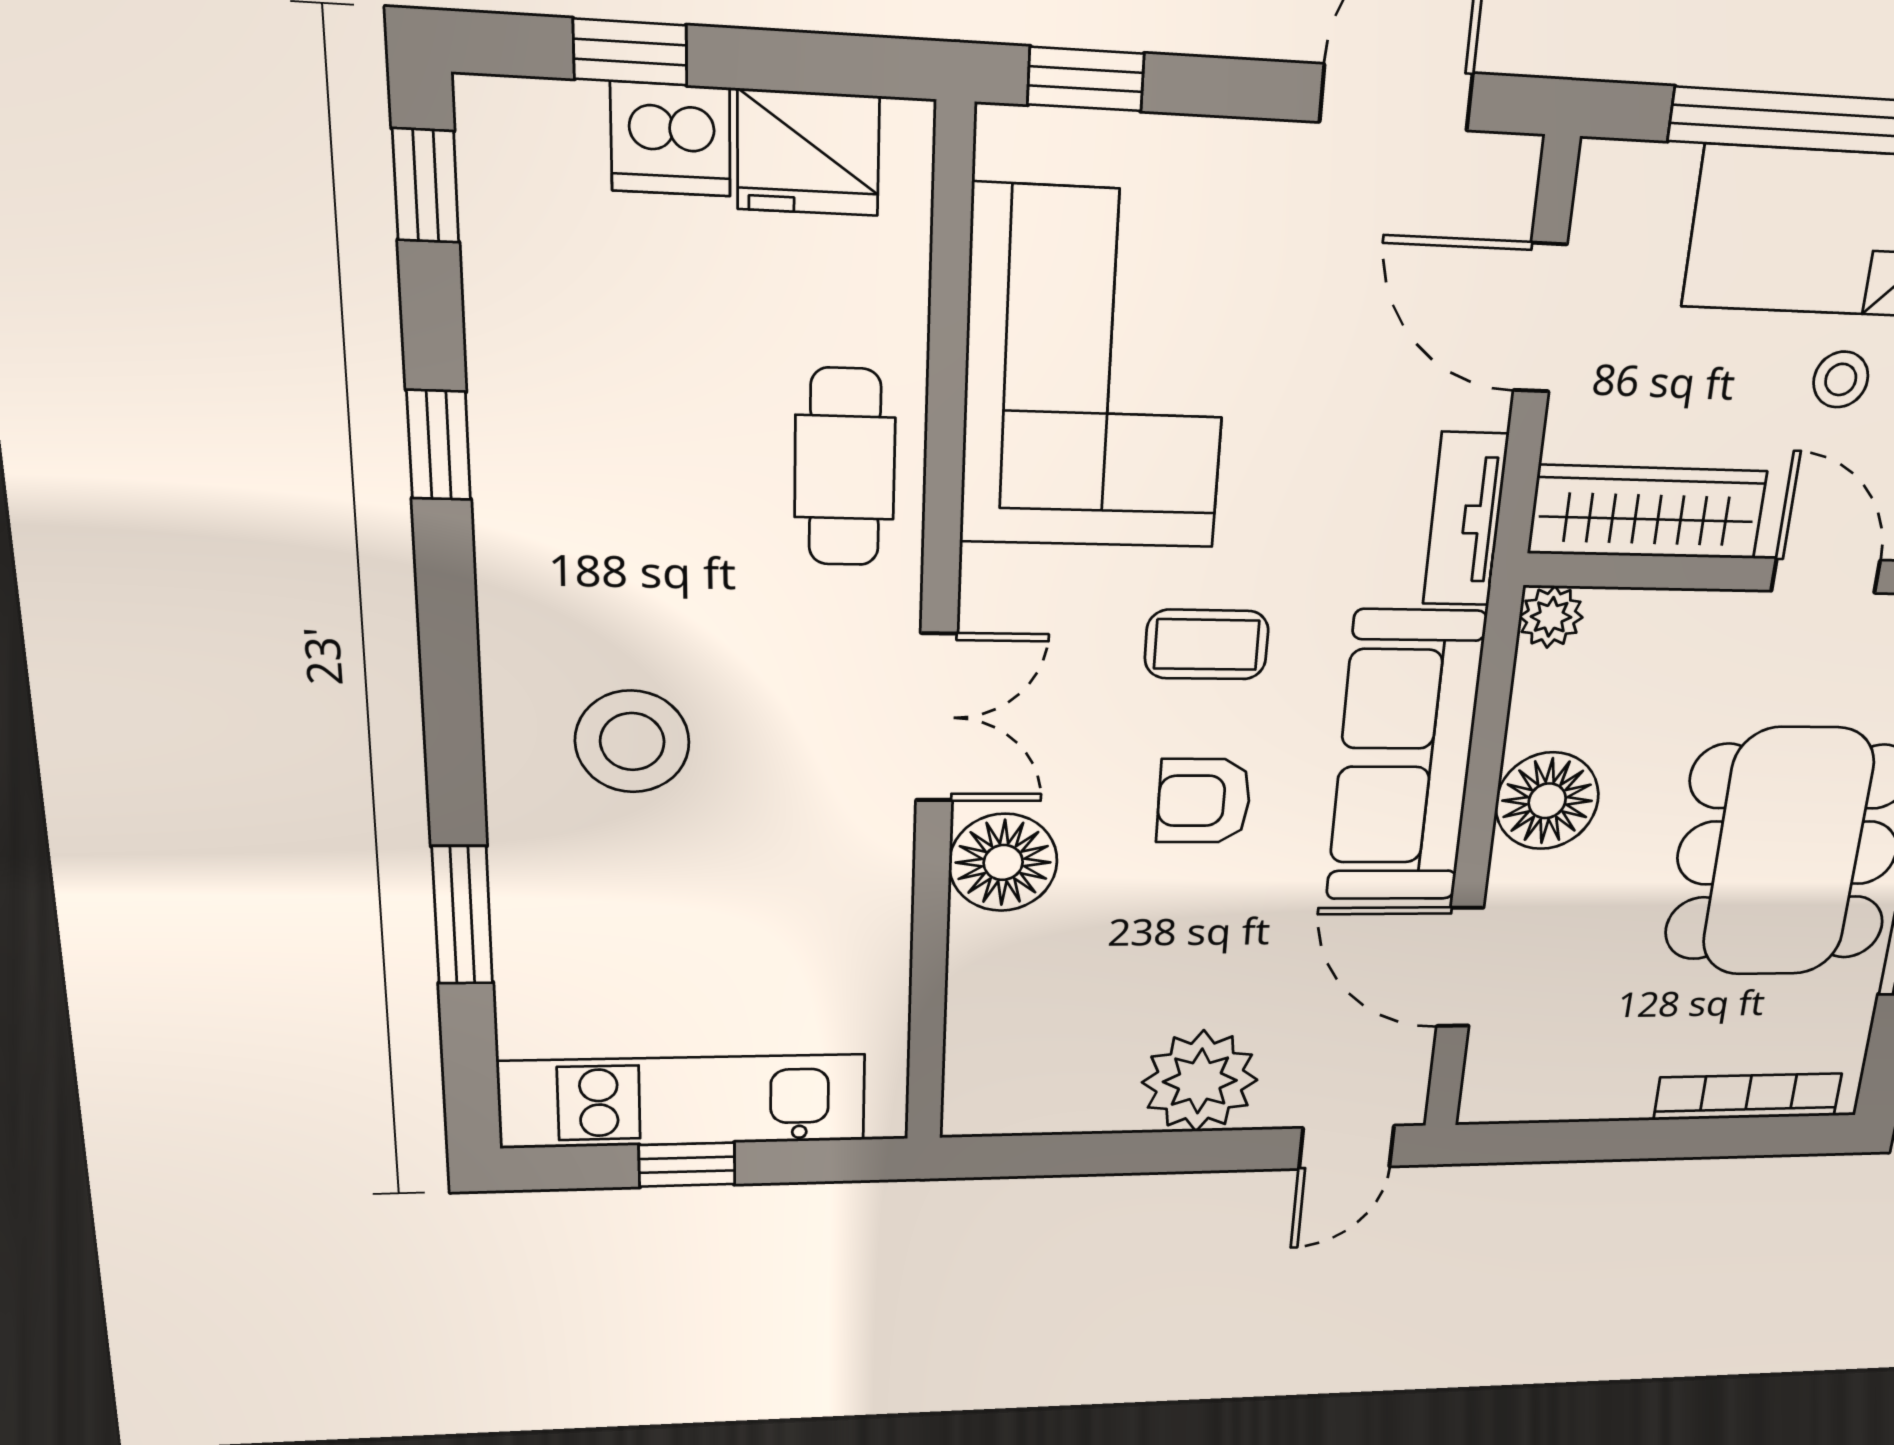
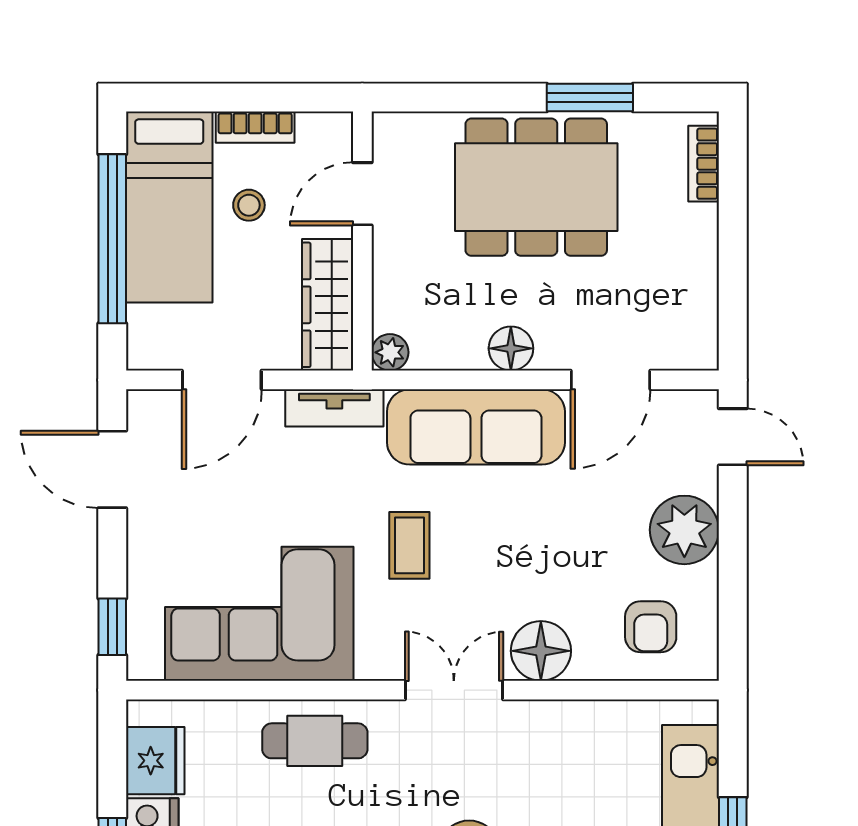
armchair: (1204, 801) -> (651, 627), moved
floor lamp: (1547, 801) -> (511, 348), width x0.73, depth x0.73
bookcase: (1748, 1097) -> (704, 164), width x0.64

